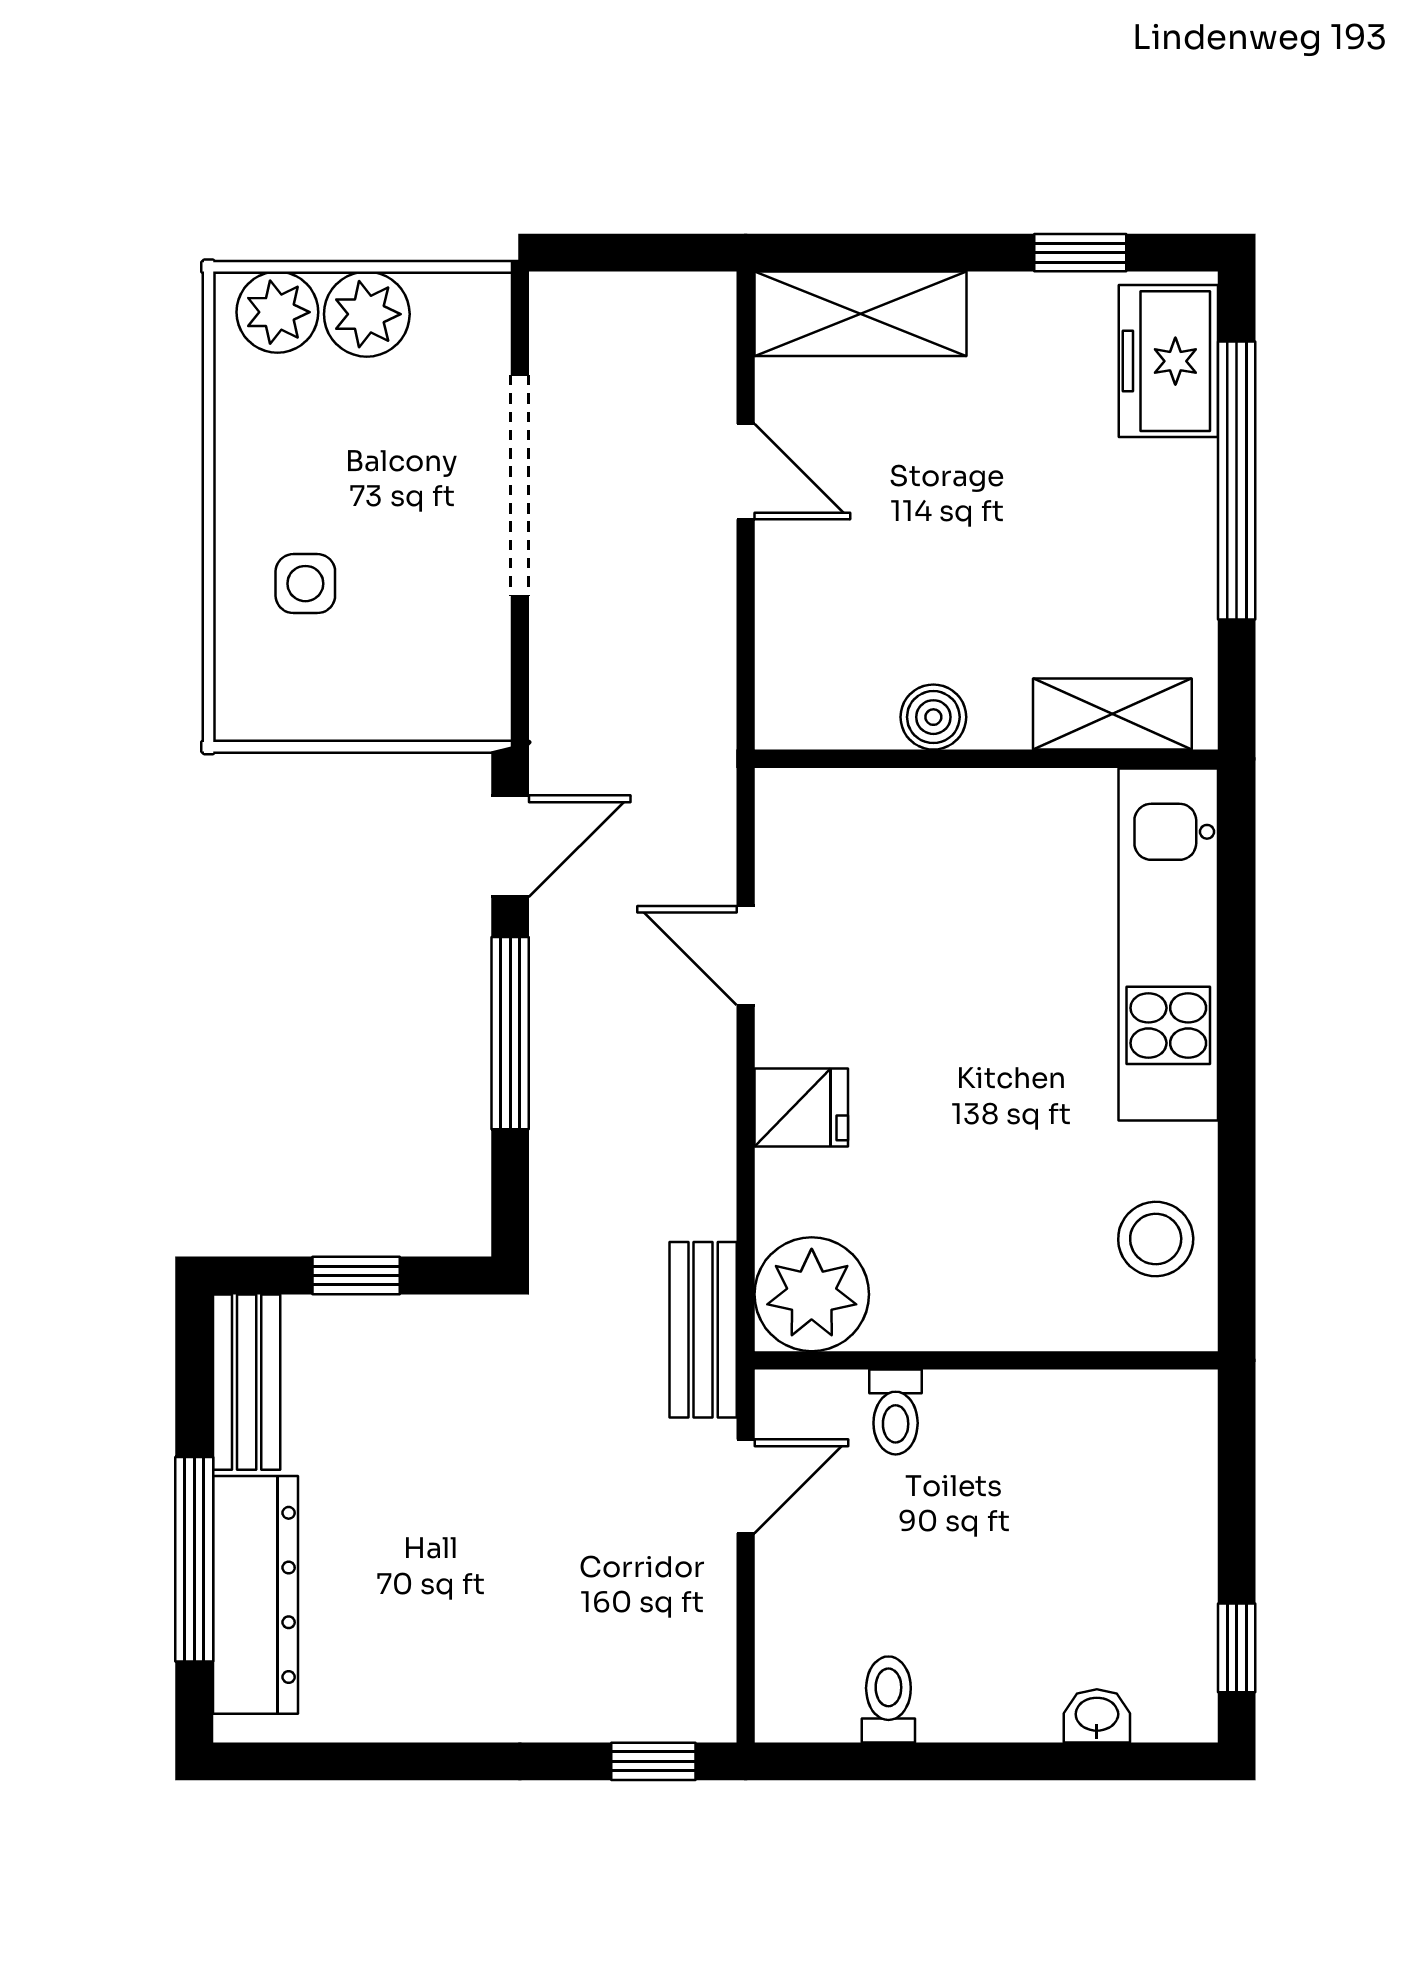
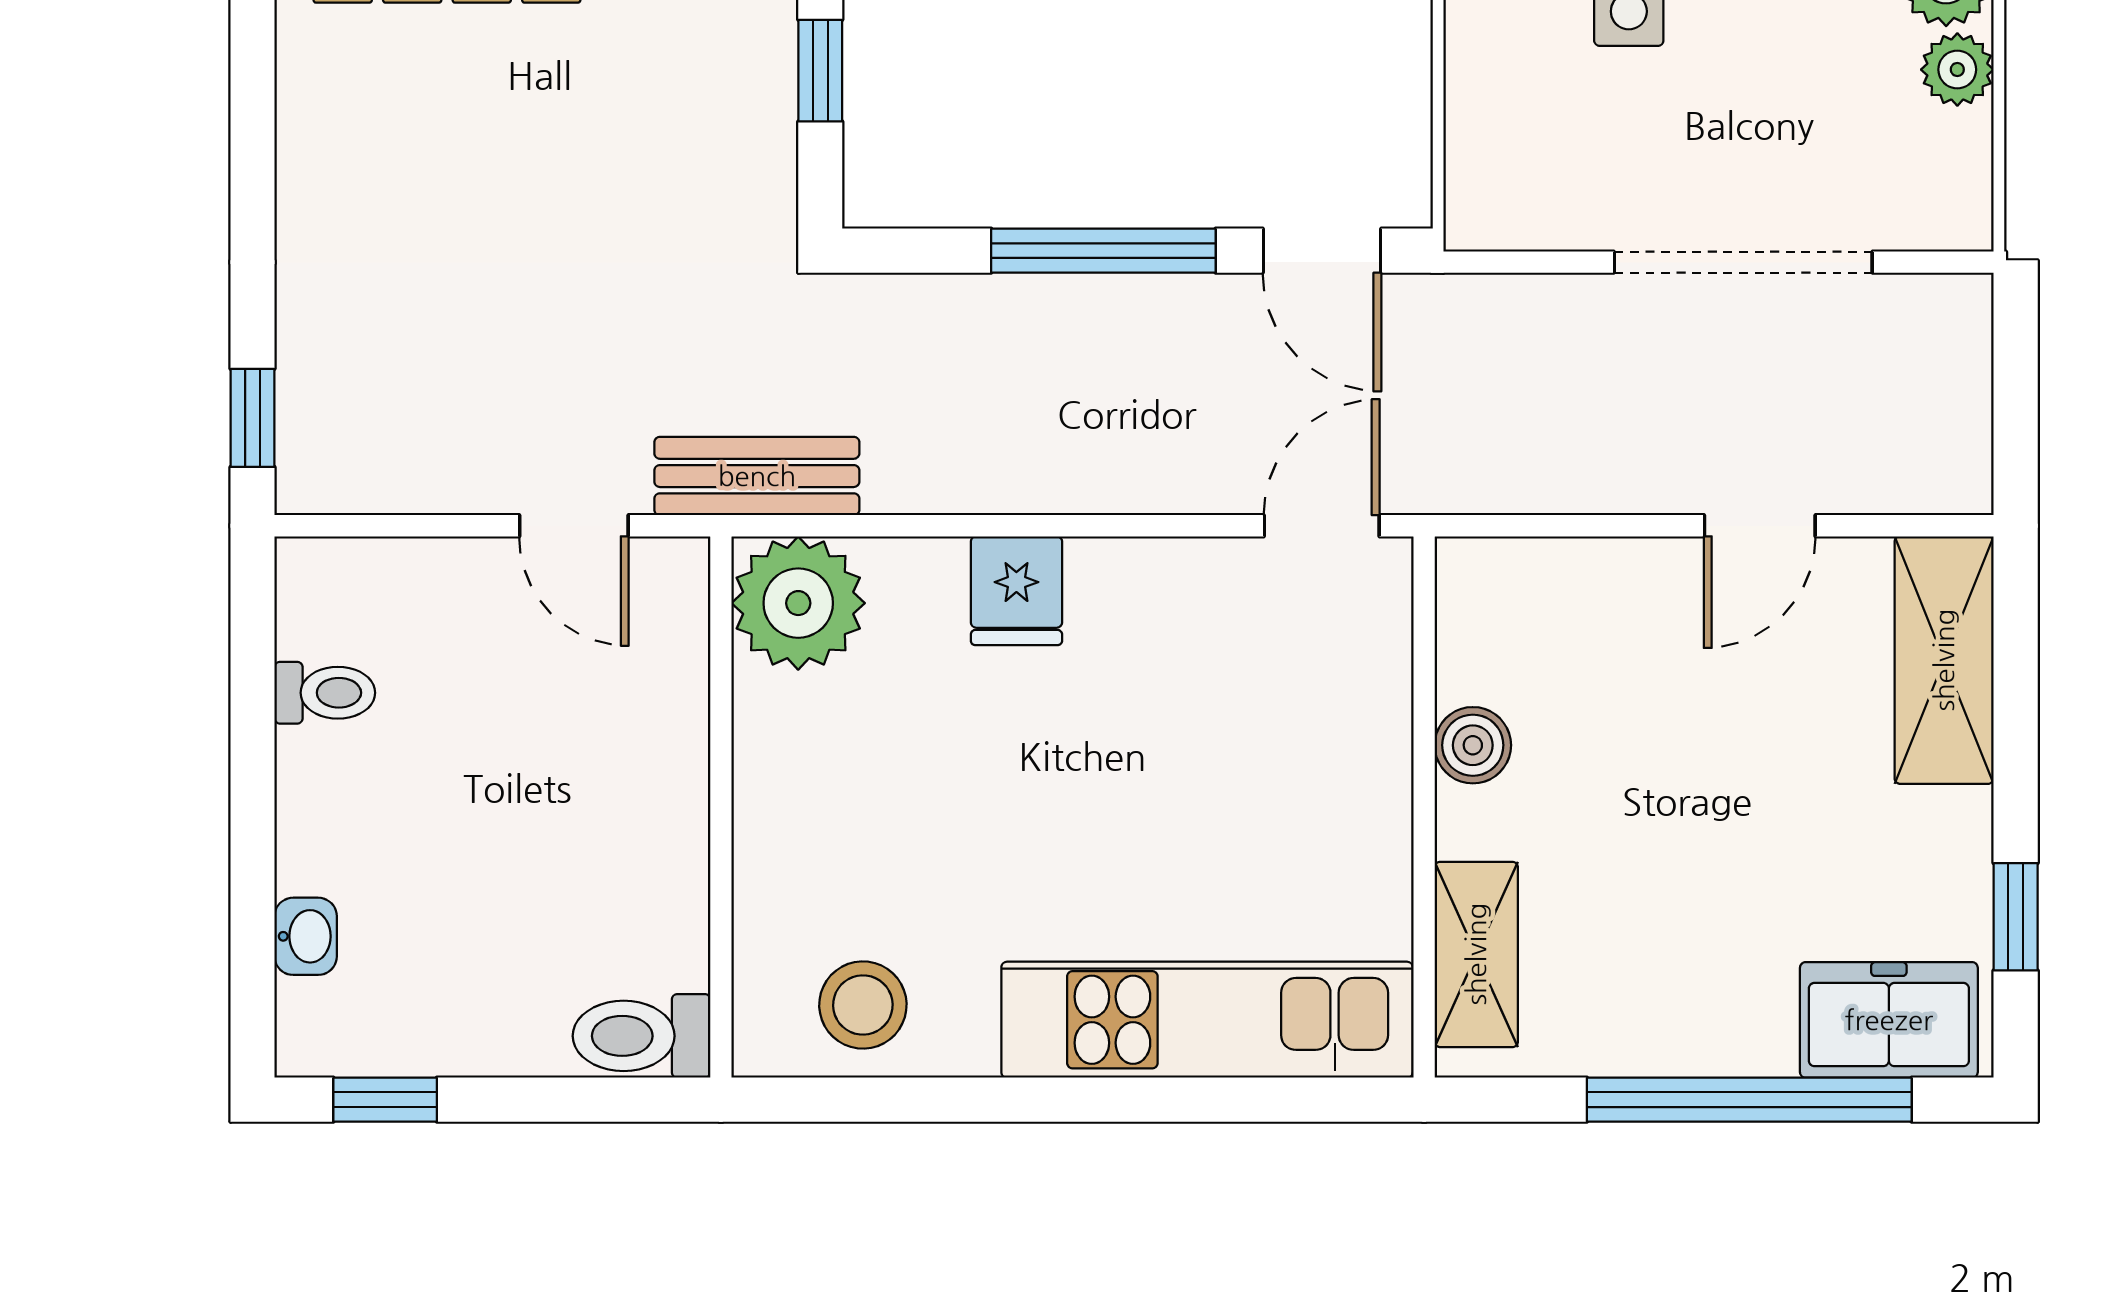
plant: (367, 314) -> (1957, 70), width x0.73, depth x0.73
door: (746, 956) -> (1322, 526), moved
toilet: (896, 1412) -> (642, 1036), moved, width x1.37, depth x1.39

